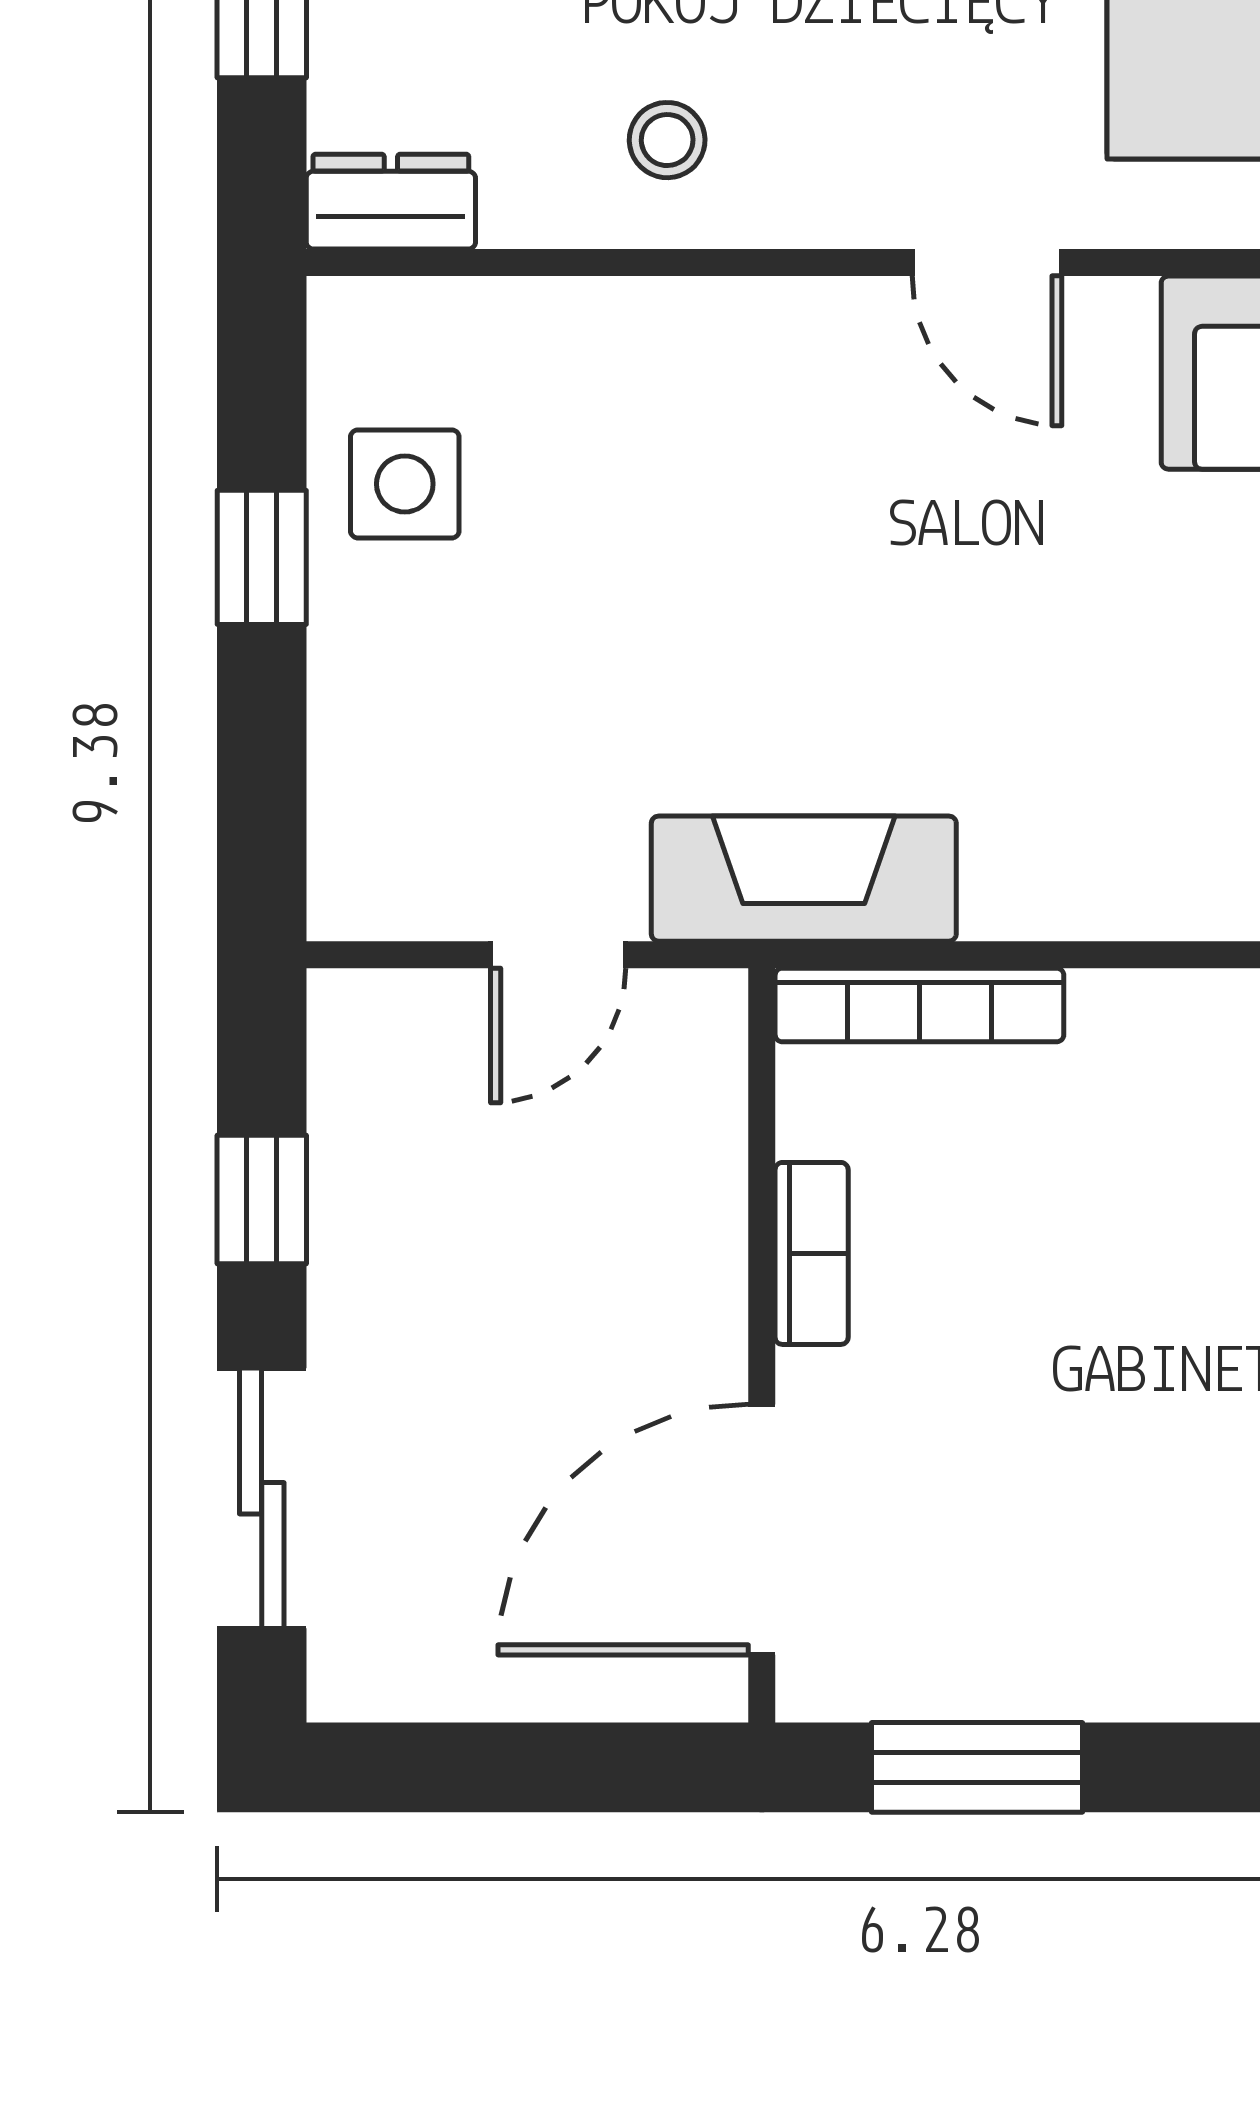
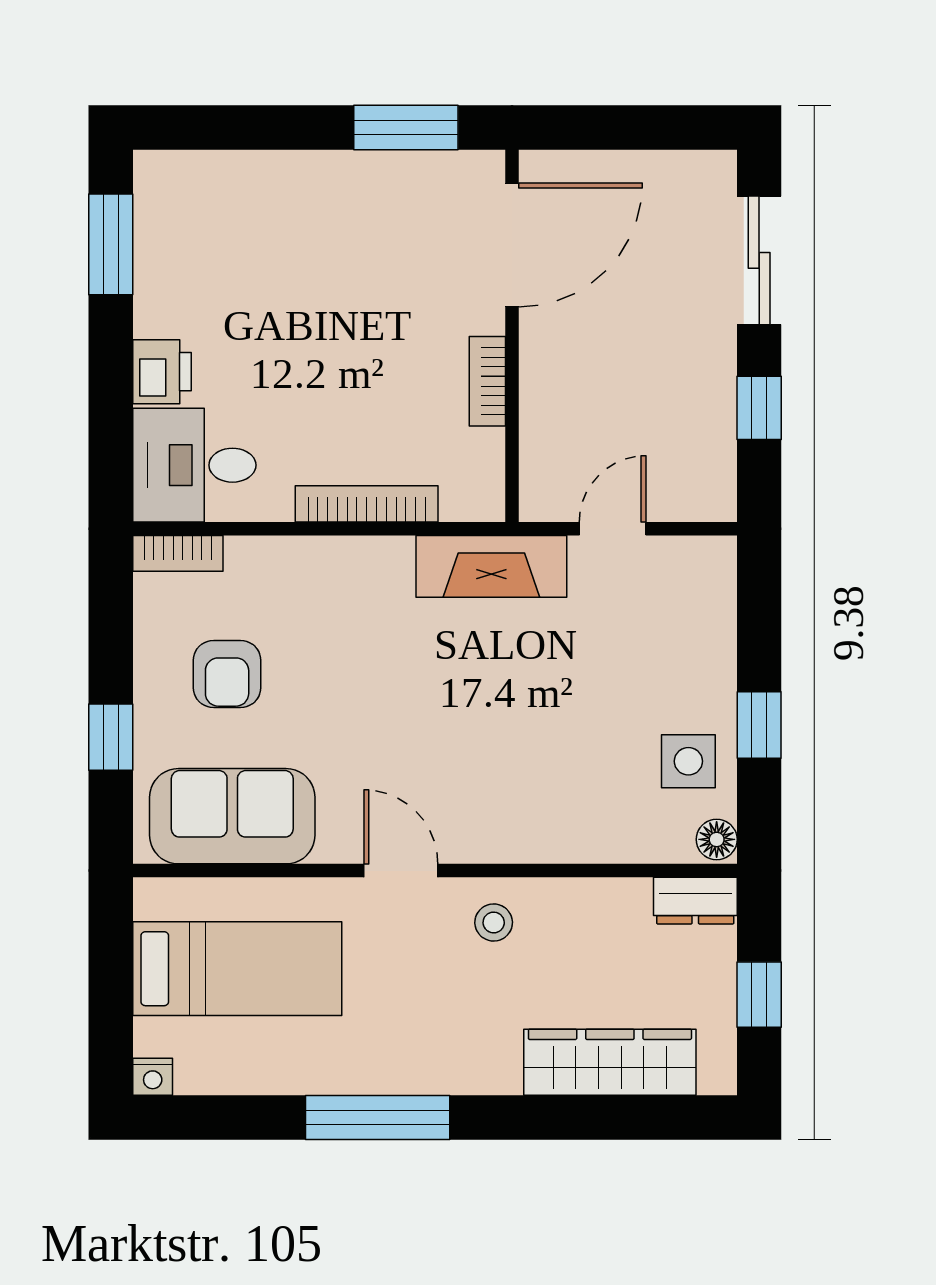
stool: (667, 140) -> (494, 922), moved
floor lamp: (348, 326) -> (717, 839), added
bookcase: (919, 1005) -> (367, 504), moved

